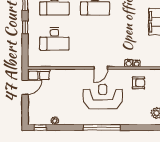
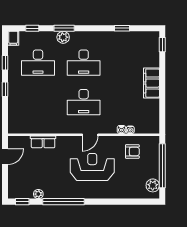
desk: (54, 39) -> (84, 102), moved
row of seats: (39, 74) -> (43, 142), moved
window: (102, 128) -> (63, 202), moved

